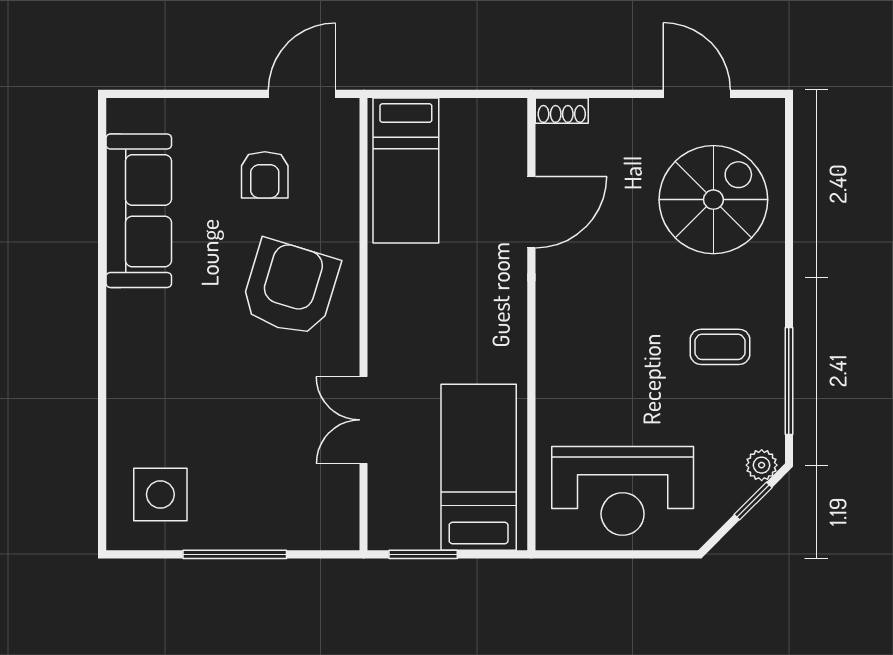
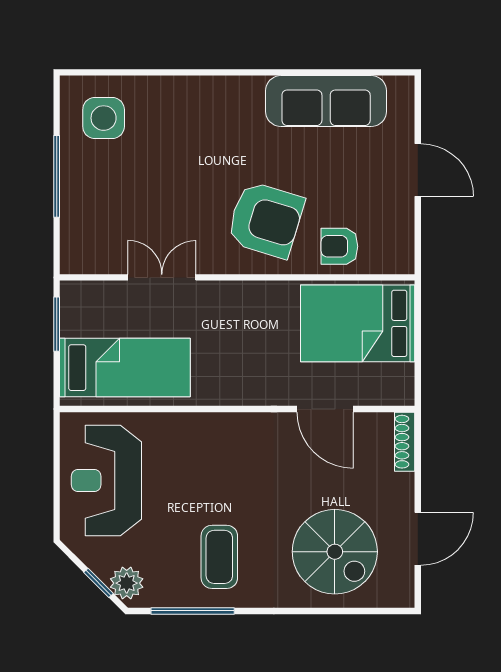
door: (302, 94) -> (418, 170), moved
shoe rack: (562, 111) -> (405, 442), width x1.43
bed: (406, 170) -> (358, 323), width x1.50
armchair: (265, 175) -> (339, 246), moved
coffee table: (720, 347) -> (219, 557), width x1.36, depth x1.30
plant: (762, 465) -> (127, 583), width x1.38, depth x1.38

